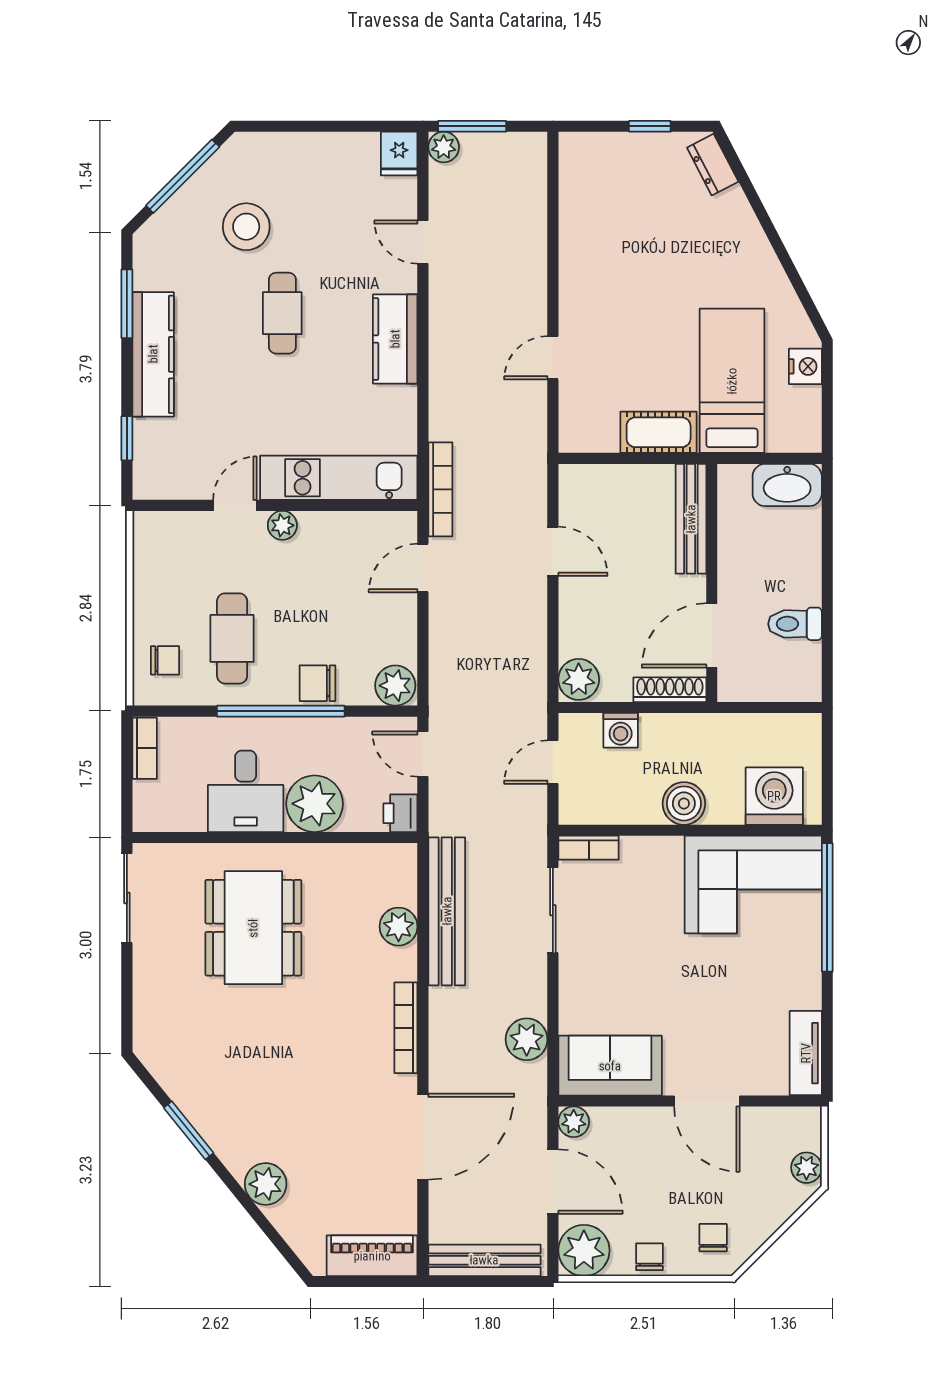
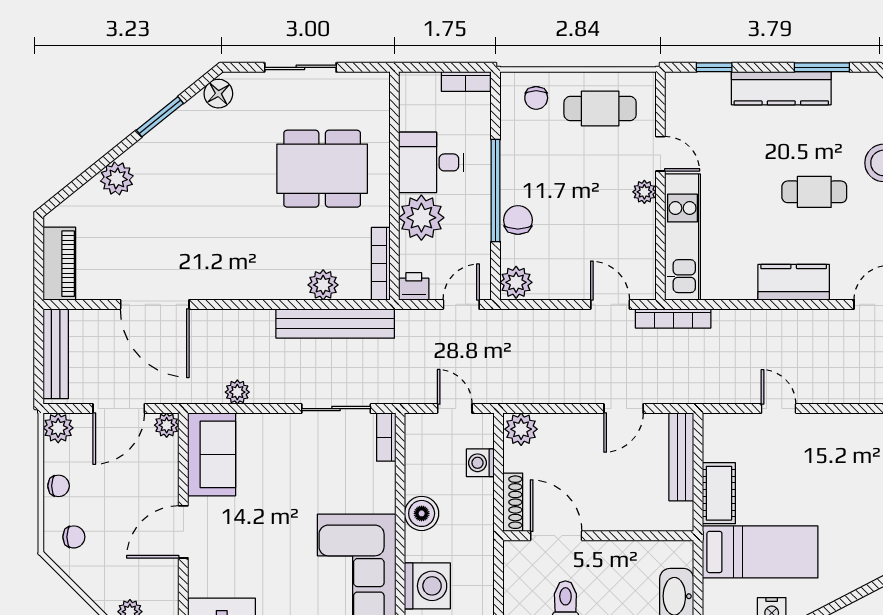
bench: (691, 519) -> (681, 457), moved, turned 90
cafe table: (232, 638) -> (600, 108), moved
sliding door: (127, 898) -> (300, 67), moved
bookcase: (406, 1028) -> (381, 264), moved, turned -90
plant: (527, 1039) -> (237, 392), width x0.73, depth x0.73
floor lamp: (160, 1057) -> (218, 94), added
plant: (584, 1250) -> (58, 428), width x0.73, depth x0.73

